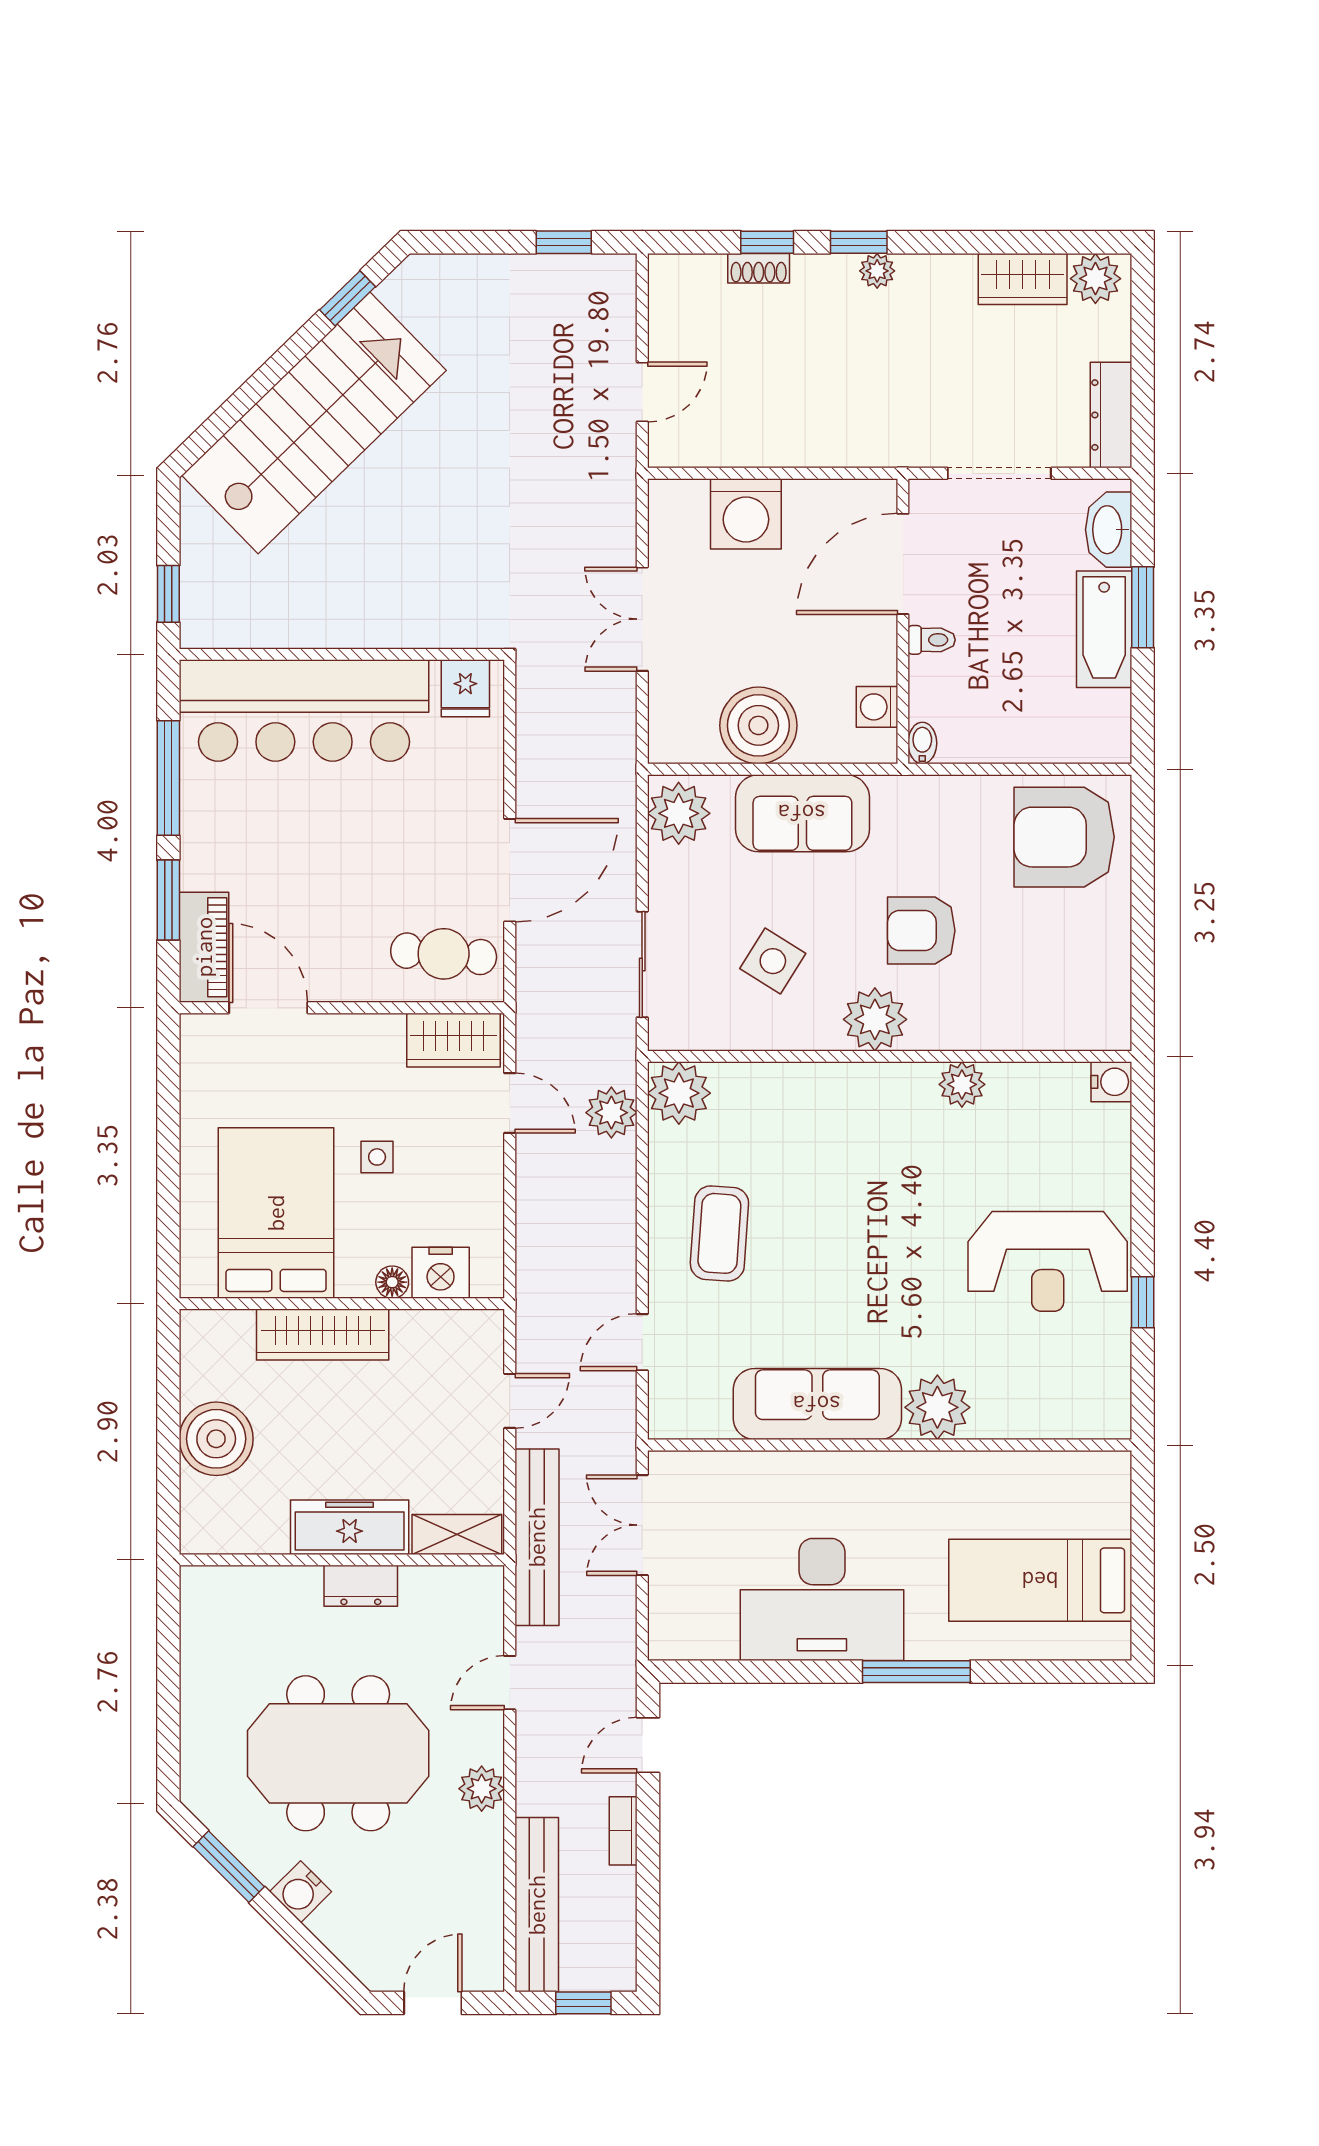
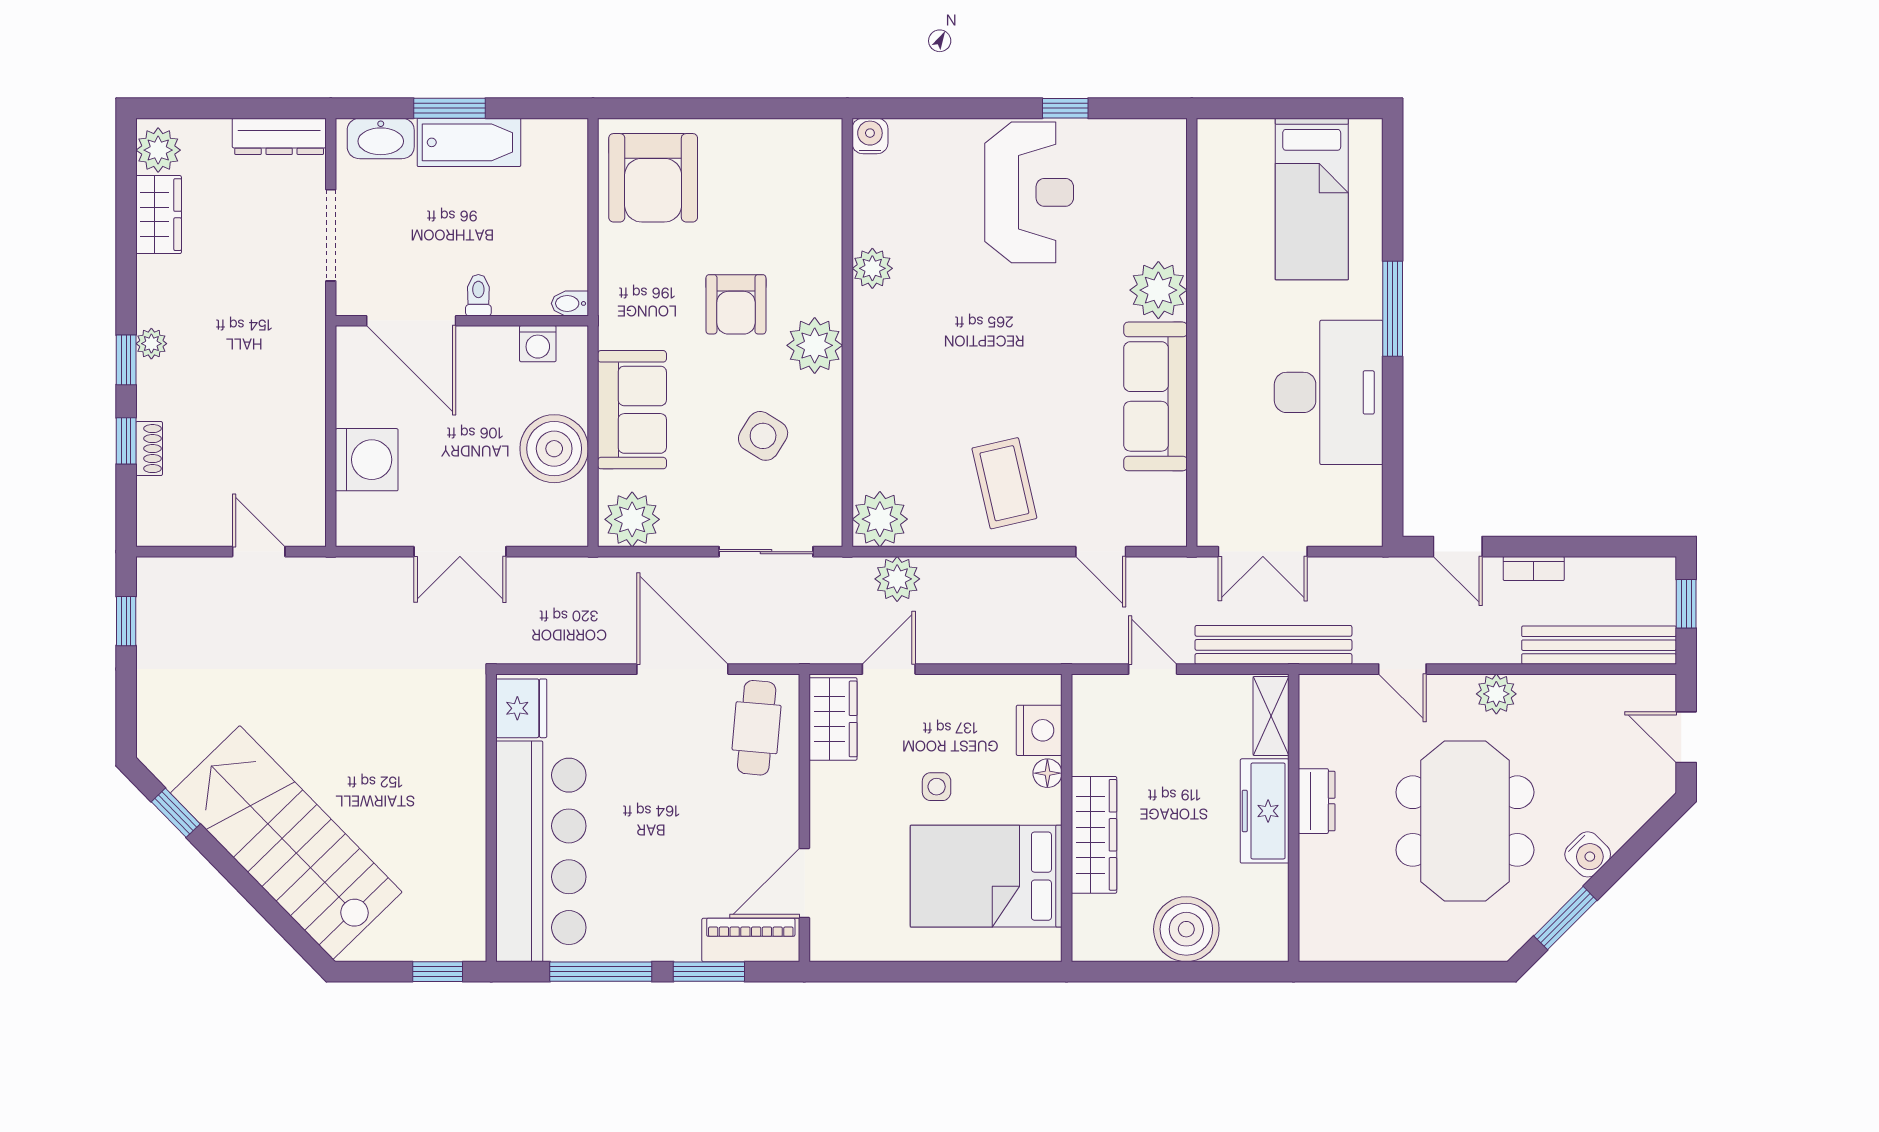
fridge: (465, 688) -> (521, 708), width x1.38
coffee table: (719, 1233) -> (1004, 483), turned 73

